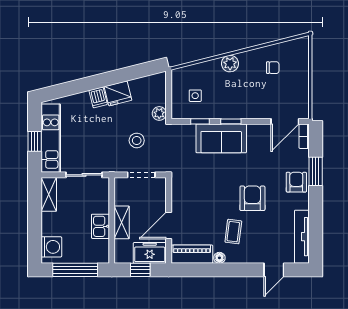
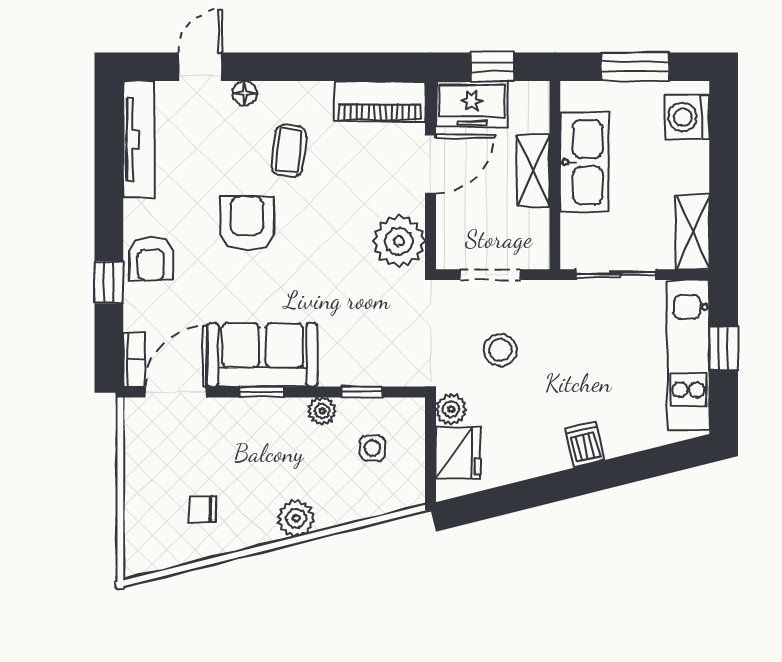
fridge: (118, 93) -> (458, 453), moved, turned 104
plant: (218, 113) -> (322, 411), added
window: (231, 121) -> (262, 392), moved
sofa: (221, 138) -> (262, 355), moved
window: (316, 171) -> (109, 282), width x0.67
plant: (183, 190) -> (399, 241), added
armchair: (252, 198) -> (247, 223), turned 180
kitchen sink: (100, 226) -> (584, 162), width x1.88, depth x1.24
floor lamp: (219, 258) -> (245, 93), moved
window: (75, 270) -> (635, 67), width x0.69

